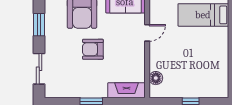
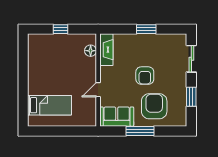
armchair: (93, 49) -> (145, 76), turned 90
fireplace: (126, 90) -> (106, 50), moved, turned -90

